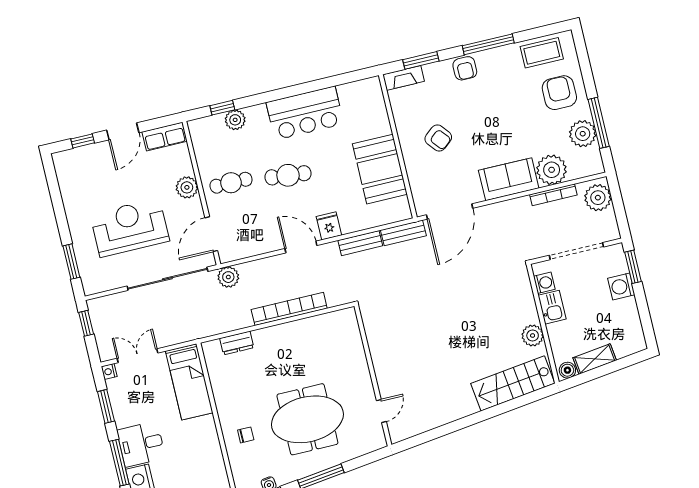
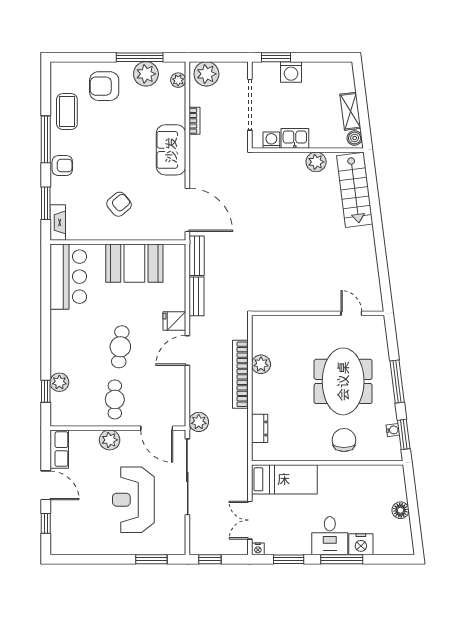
coffee table: (542, 53) -> (67, 112), moved
bar counter: (305, 113) -> (68, 277), moved
plant: (552, 170) -> (178, 80), moved, width x0.53, depth x0.53
bookcase: (553, 195) -> (194, 121), width x0.64
plant: (305, 328) -> (261, 364), added
chair: (246, 435) -> (344, 440), width x1.87, depth x1.87

